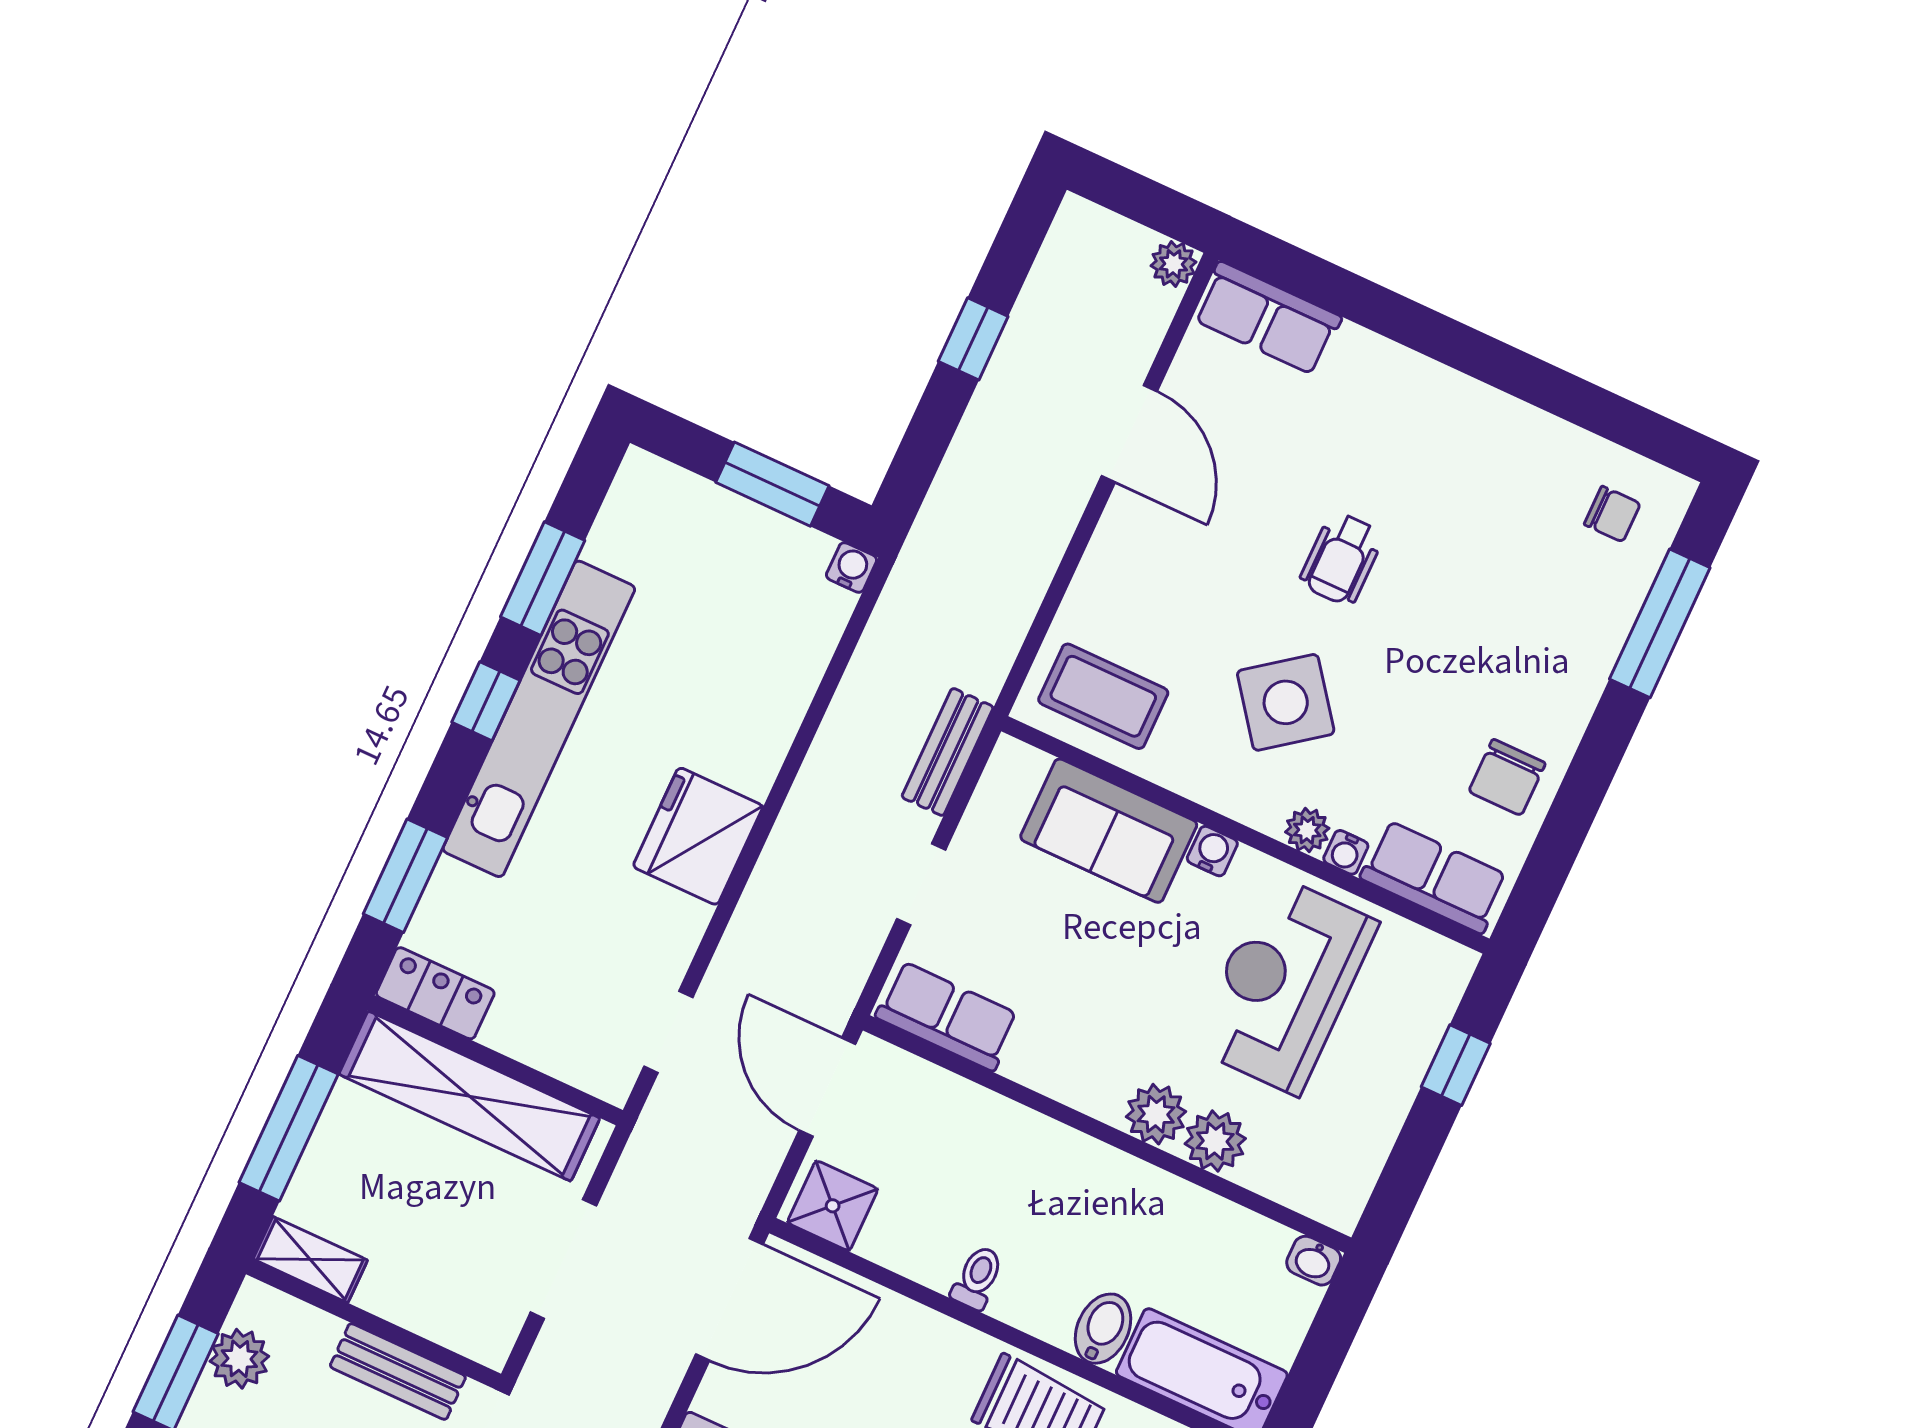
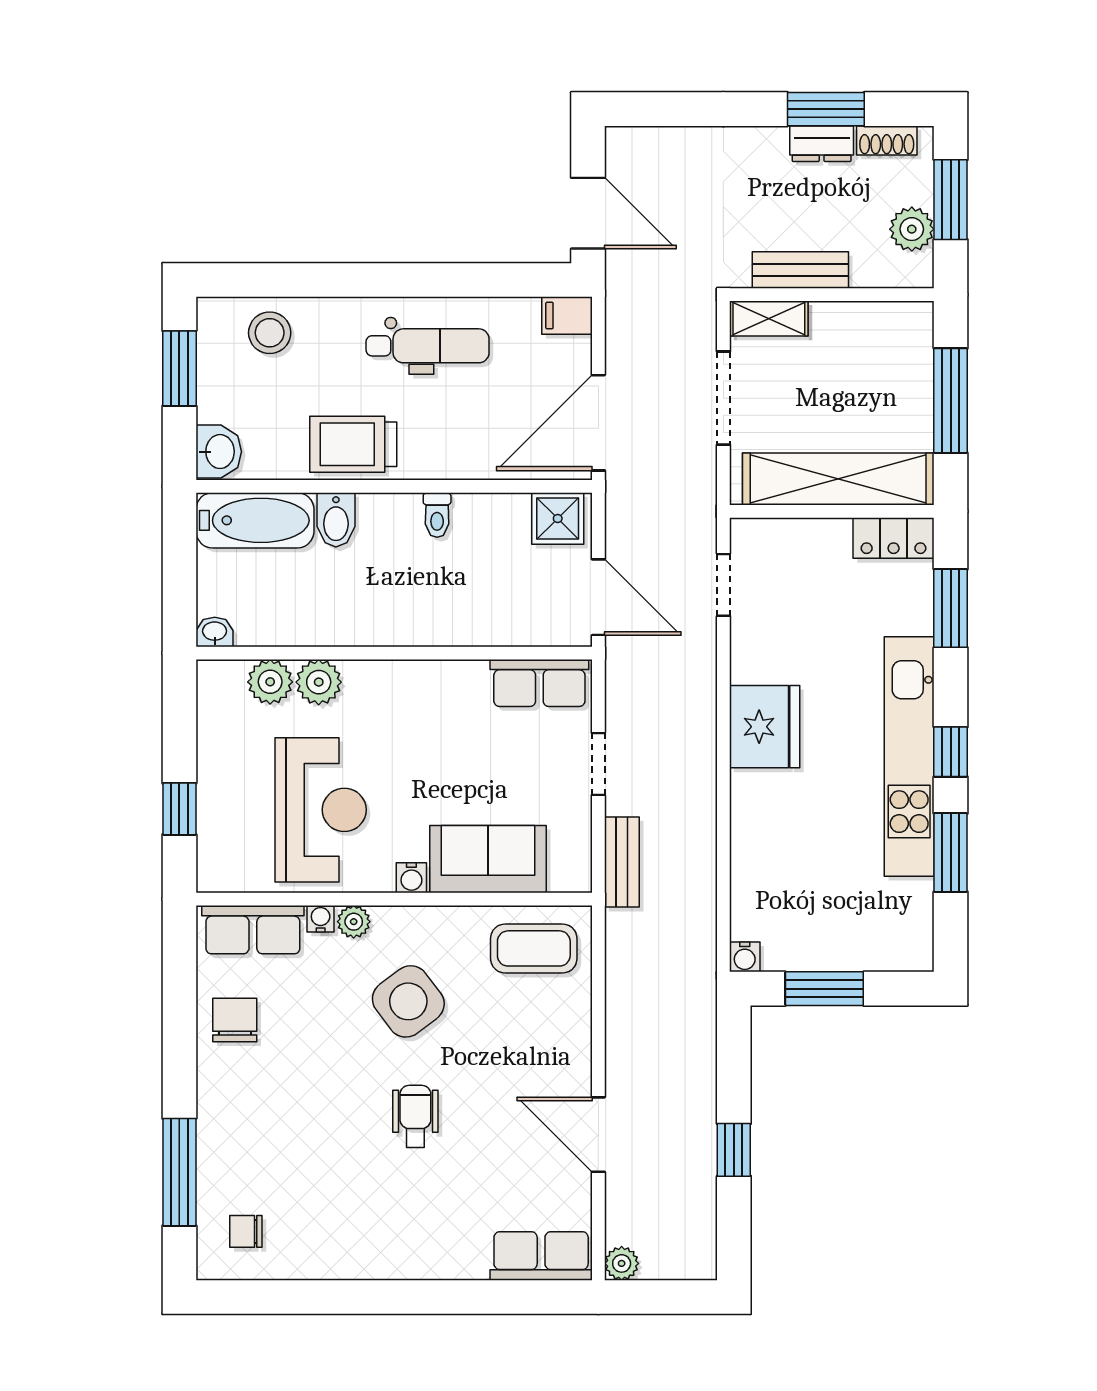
plant: (1156, 1114) -> (270, 682), moved
shelving: (310, 1260) -> (769, 318), moved

